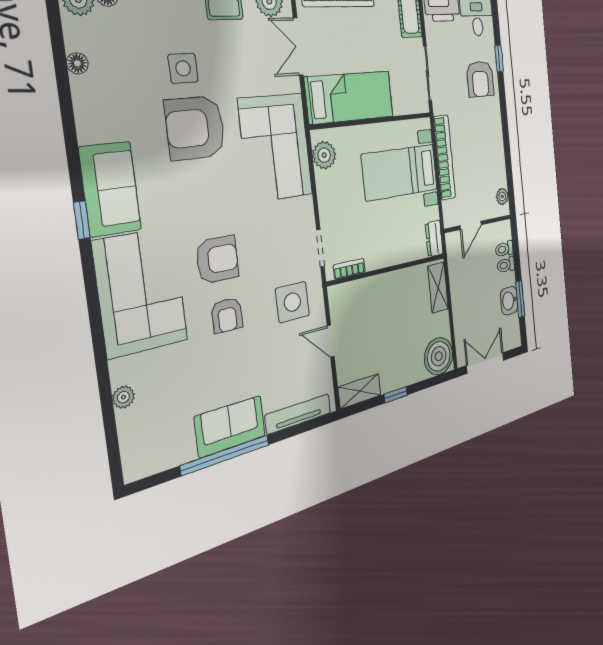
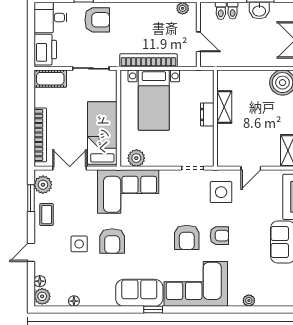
double door: (298, 46) -> (70, 168), swing flipped
armchair: (195, 128) -> (112, 241), width x0.73, depth x0.73
dresser: (434, 239) -> (207, 114), moved, turned 90
armchair: (217, 259) -> (187, 237), turned 180
bookcase: (349, 269) -> (209, 148), removed
shelving: (438, 288) -> (224, 107), moved, turned 90

